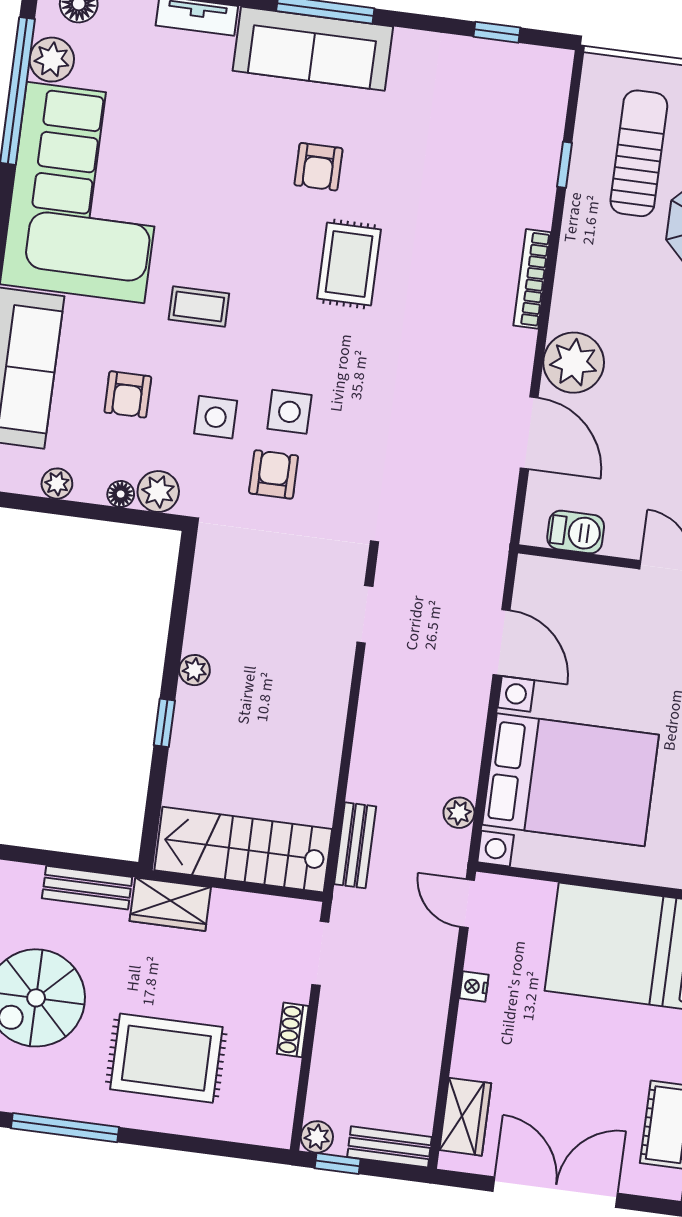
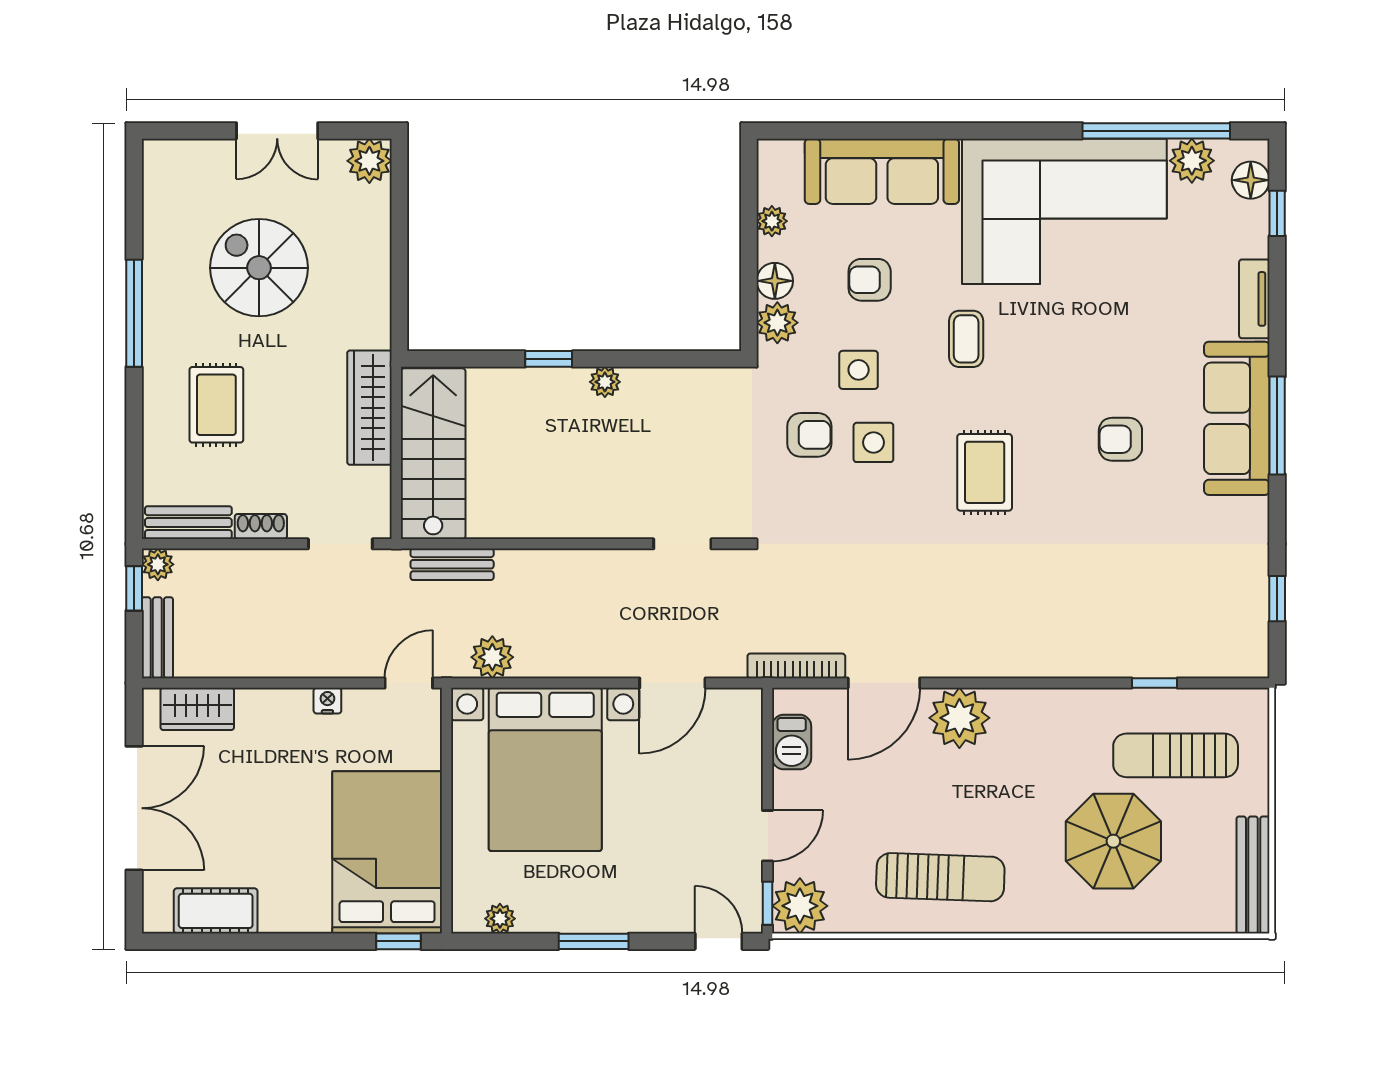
sun lounger: (639, 153) -> (1176, 755), turned 180
rug: (349, 264) -> (985, 472), moved, turned 90
bookcase: (532, 279) -> (796, 666), moved
floor lamp: (121, 494) -> (775, 281), width x1.37, depth x1.37
plant: (459, 813) -> (492, 657), width x1.38, depth x1.38
bench: (87, 888) -> (188, 523), moved, turned 90
wardrobe: (170, 904) -> (369, 408), width x1.50
rug: (166, 1058) -> (216, 405), width x0.73, depth x0.70

